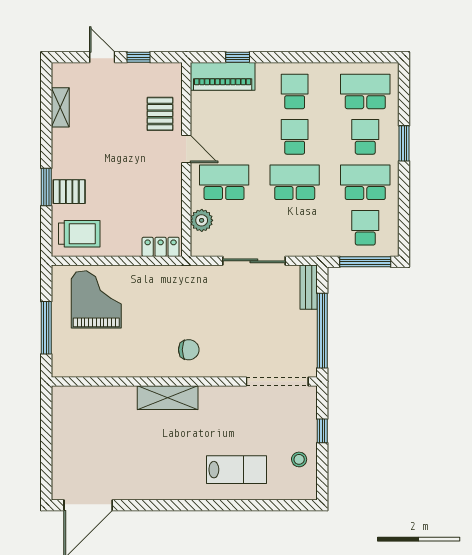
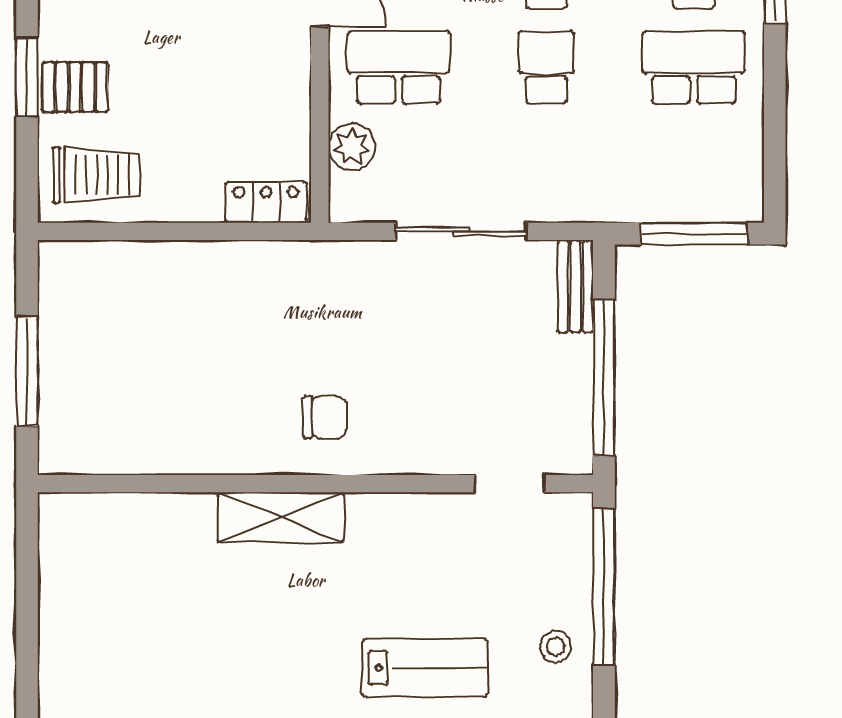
school desk: (295, 182) -> (546, 67), width x0.54
school desk: (365, 228) -> (694, 162), removed
grand piano: (96, 299) -> (132, 312), removed
doorway: (277, 381) -> (510, 484), width x0.53
window: (322, 431) -> (604, 587), width x3.17

